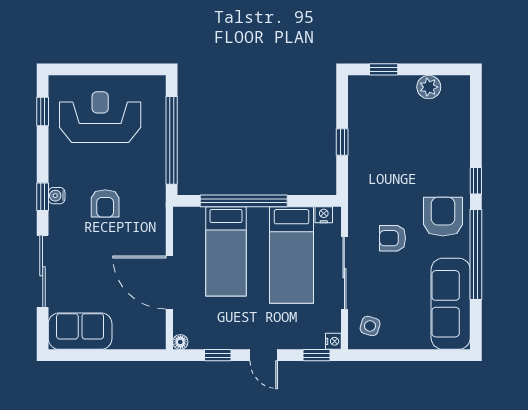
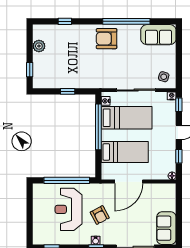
reception desk: (100, 117) -> (68, 209), moved
window: (476, 181) -> (65, 21), moved
window: (244, 201) -> (98, 127), moved
armchair: (105, 203) -> (100, 215), turned 62
armchair: (393, 238) -> (118, 65), removed
door: (169, 283) -> (129, 182), moved
sofa: (451, 304) -> (158, 35), width x0.73

